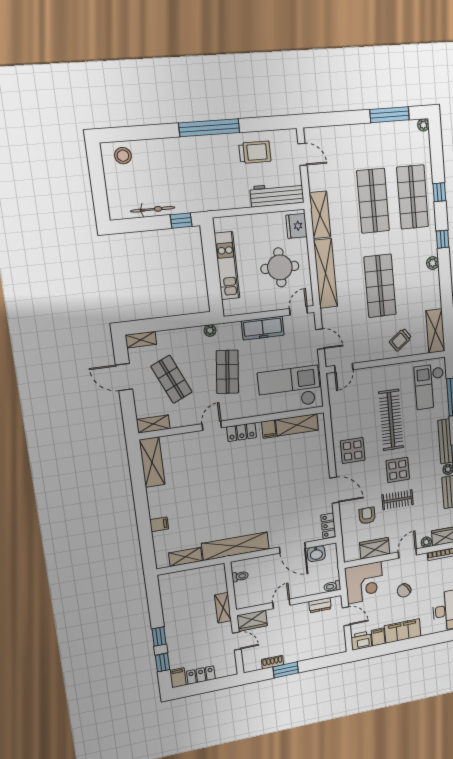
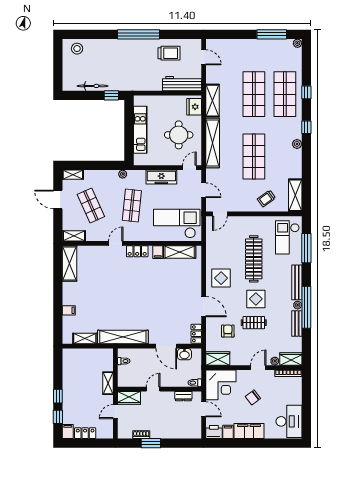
wardrobe: (375, 548) -> (218, 358), moved
door: (237, 641) -> (115, 412), swing flipped

